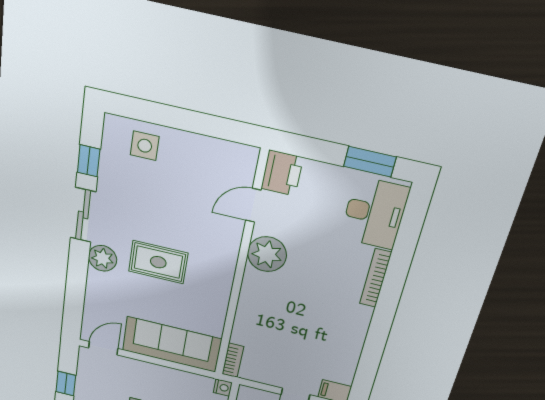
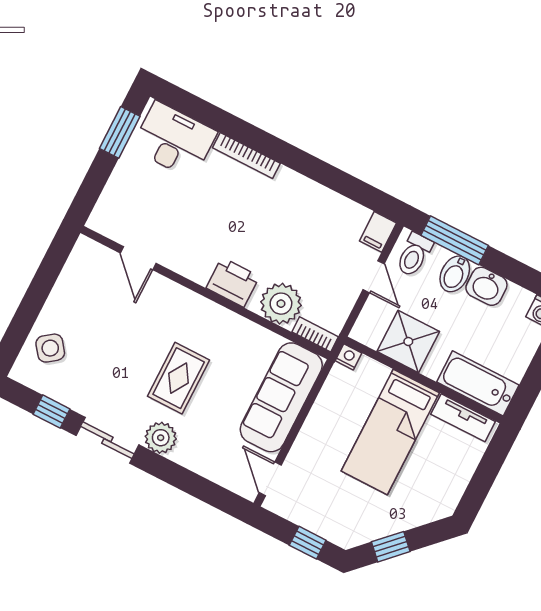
side table: (145, 146) -> (50, 348), turned -37
printer: (282, 173) -> (233, 282), moved
plant: (267, 254) -> (281, 304), moved

